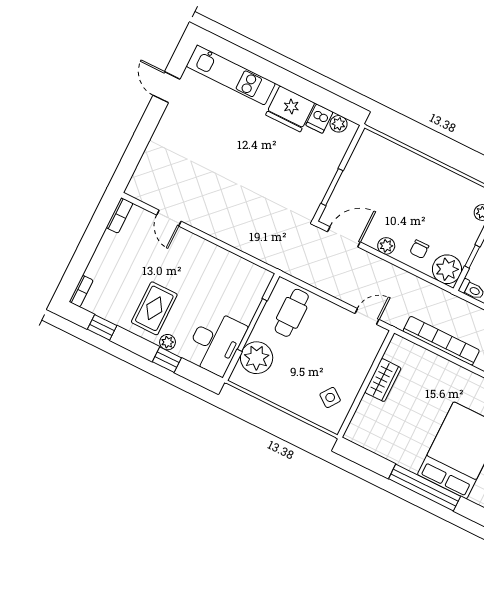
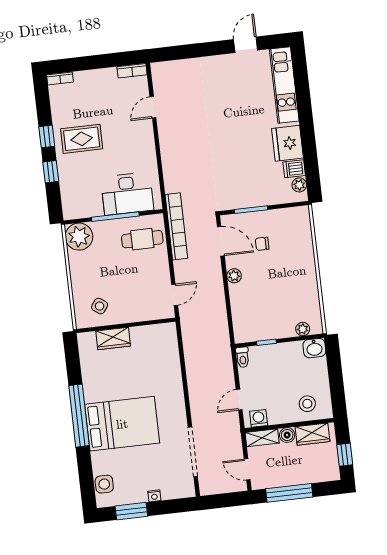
chair: (419, 249) -> (262, 244), moved
plant: (447, 269) -> (246, 330), removed
door: (367, 316) -> (175, 295), hinge flipped
window: (102, 327) -> (47, 136), moved
bookcase: (441, 341) -> (176, 226), moved
plant: (168, 342) -> (64, 164), removed
desk: (215, 342) -> (127, 194), moved
plant: (257, 358) -> (79, 237), moved
wardrobe: (383, 380) -> (113, 338), moved

